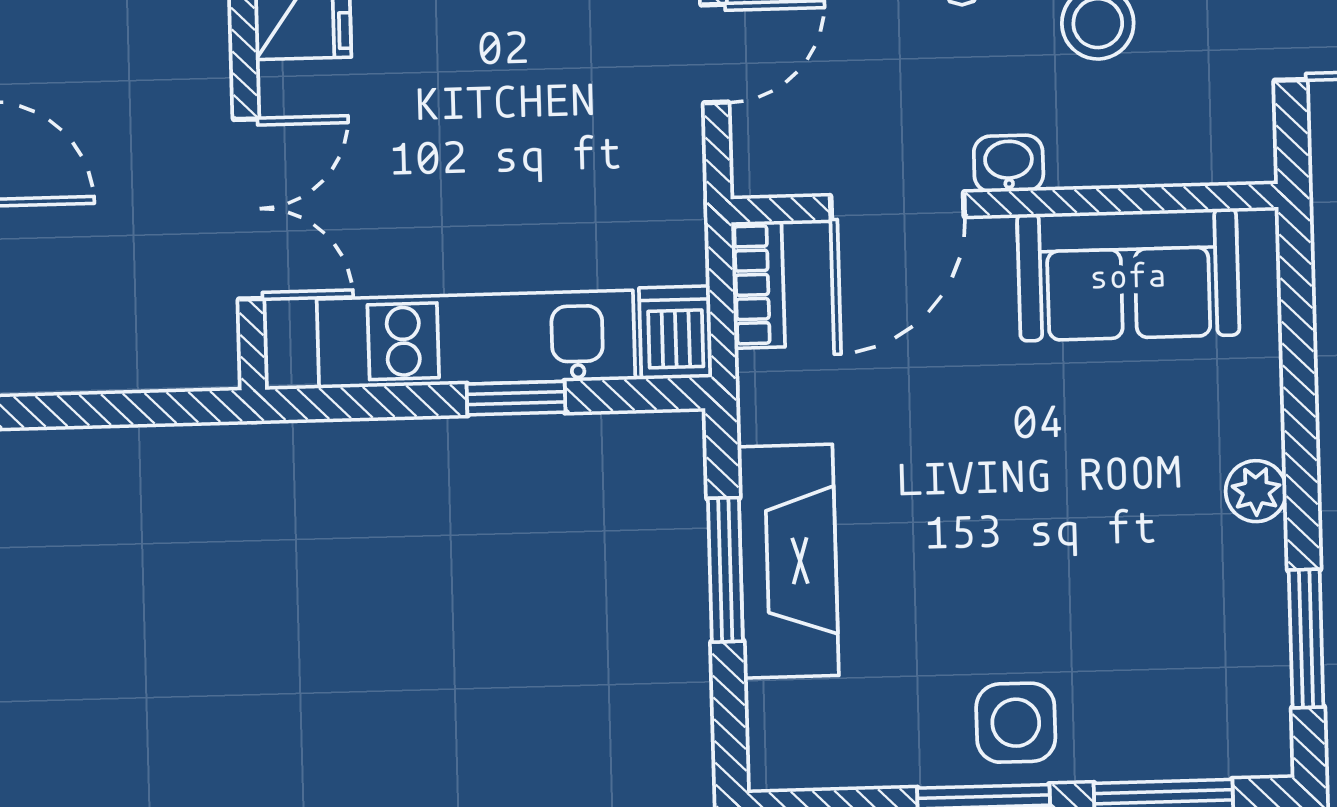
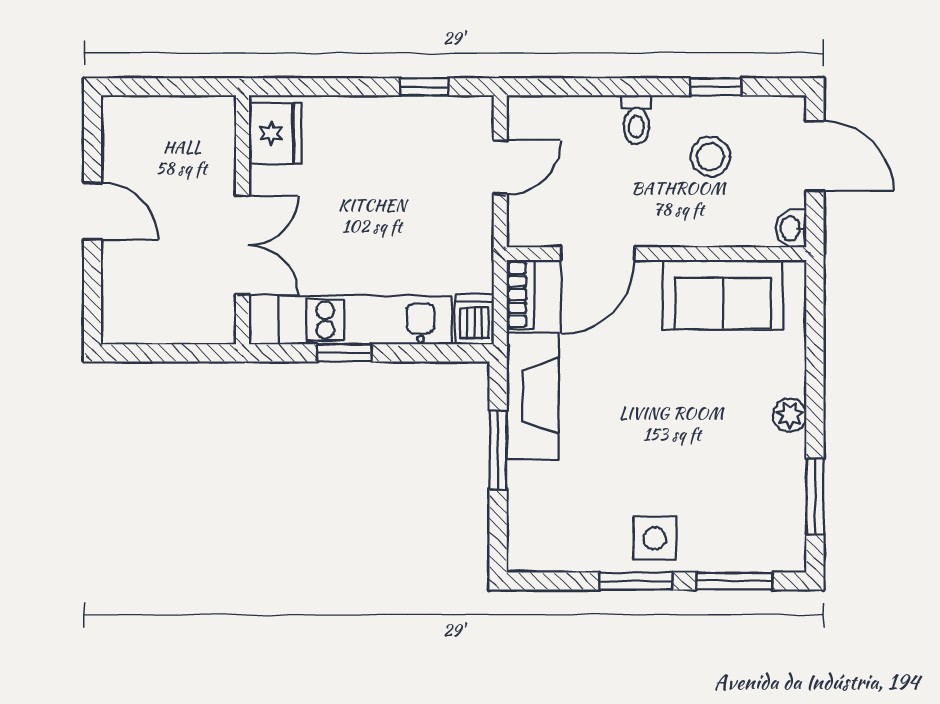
washbasin: (1009, 164) -> (791, 228), moved, turned -90
window: (516, 398) -> (344, 353), moved
fireplace: (788, 561) -> (533, 396), moved

